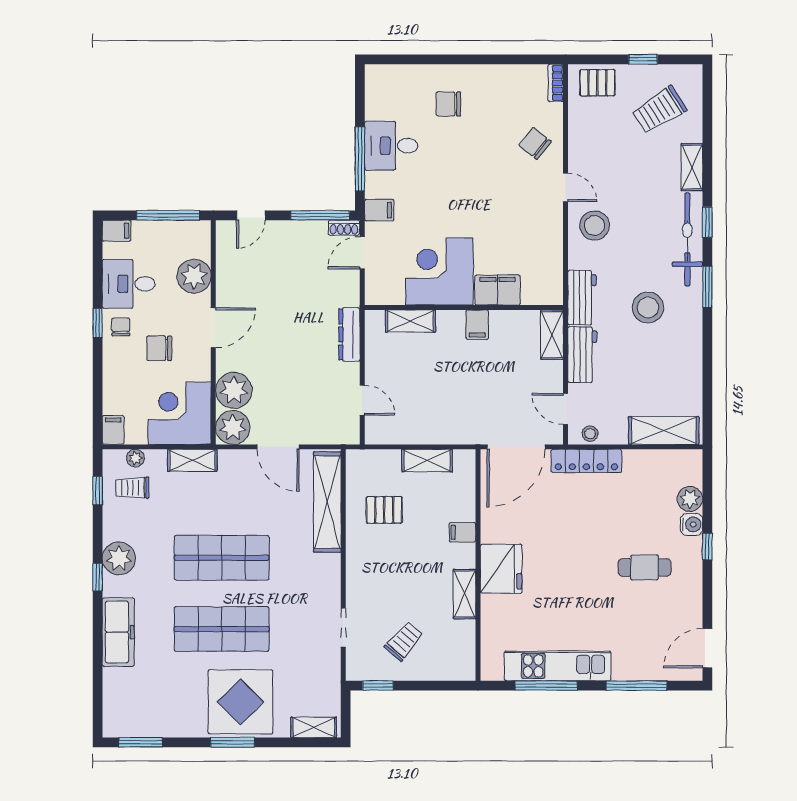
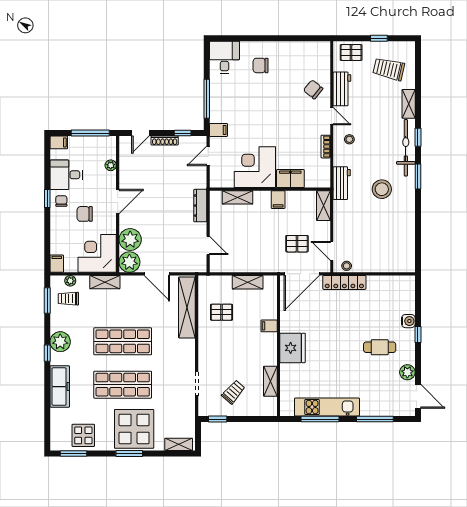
bookcase: (556, 83) -> (326, 147), moved
trolley: (659, 110) -> (389, 69), turned 45
desk: (391, 146) -> (225, 57), moved, turned 90
window: (320, 215) -> (183, 133), width x0.46
stool: (595, 225) -> (349, 139), width x0.53, depth x0.53
shoe rack: (344, 228) -> (165, 141), moved, width x1.43
plant: (194, 276) -> (111, 165), width x0.53, depth x0.53
workbench: (582, 355) -> (342, 89), moved
pallet: (508, 397) -> (297, 244), added
shelving: (664, 430) -> (391, 264), removed
window: (98, 491) -> (47, 300), width x1.50
plant: (690, 499) -> (407, 372), moved
shelving: (465, 594) -> (270, 381), moved
door: (707, 648) -> (418, 396), swing flipped
display table: (157, 713) -> (83, 435), added

